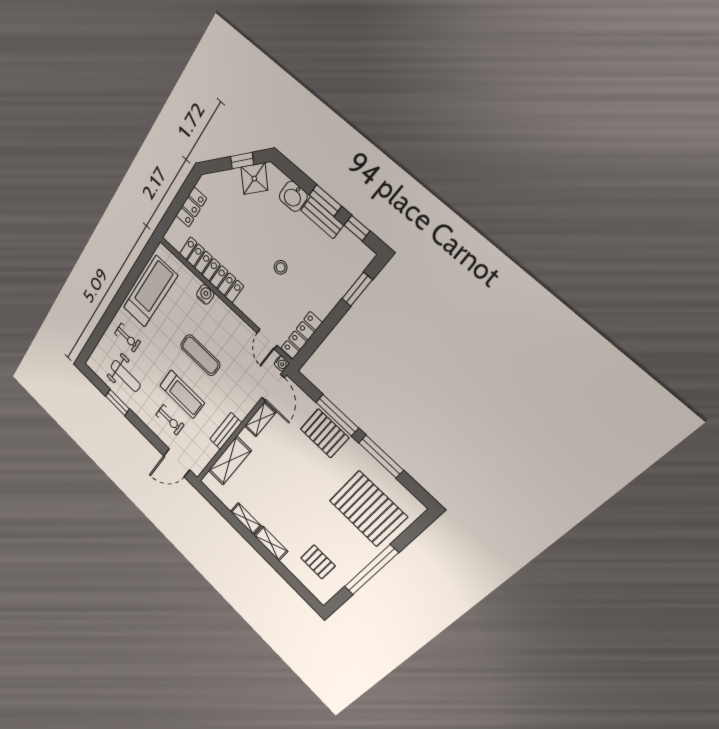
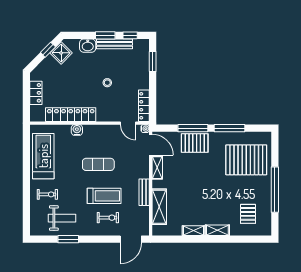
bench: (322, 218) -> (114, 44), width x1.36
pallet: (318, 562) -> (248, 214), turned 90

